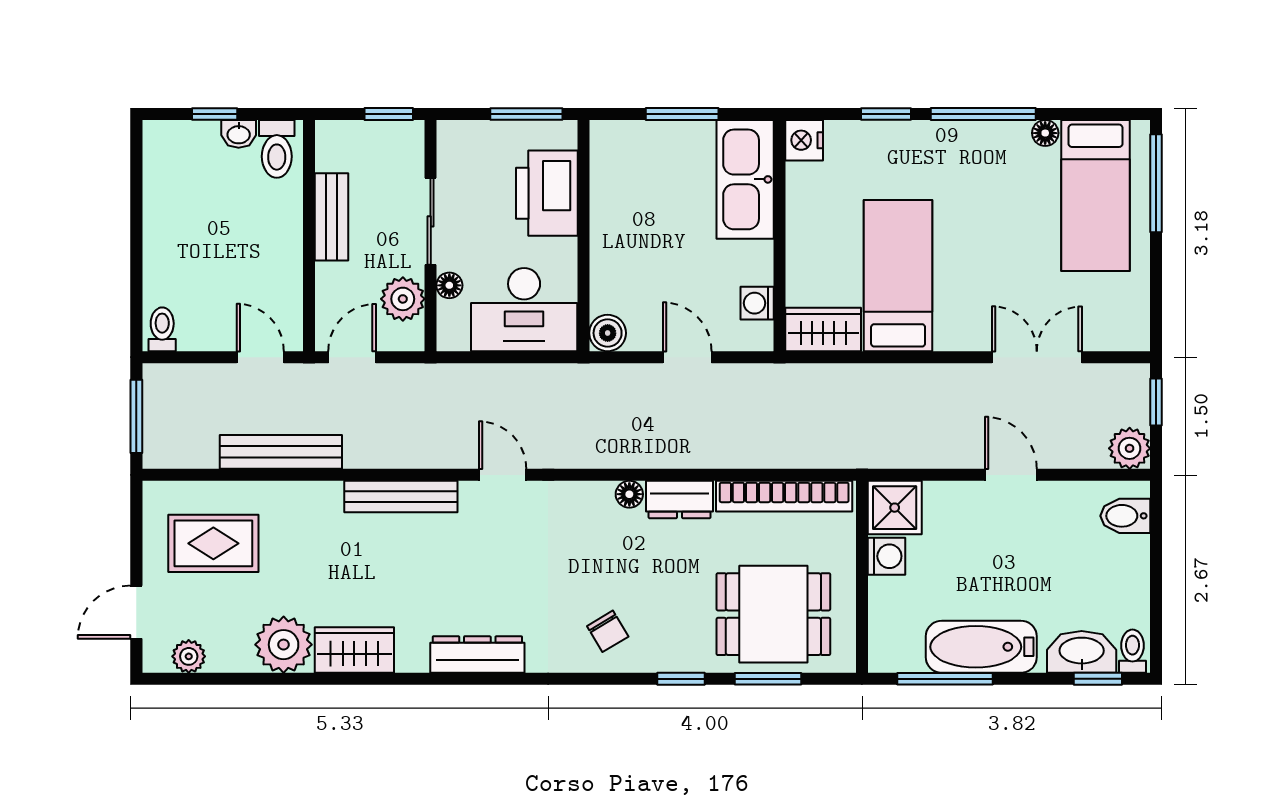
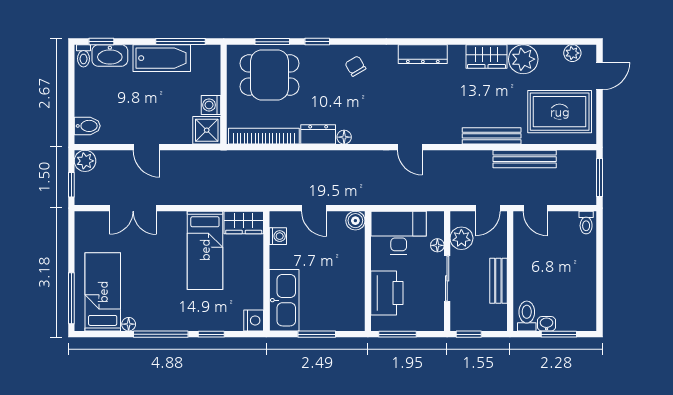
window: (215, 114) -> (559, 334), width x1.50
bench: (401, 497) -> (492, 136), moved
rug: (213, 543) -> (560, 112), width x1.36, depth x1.43

